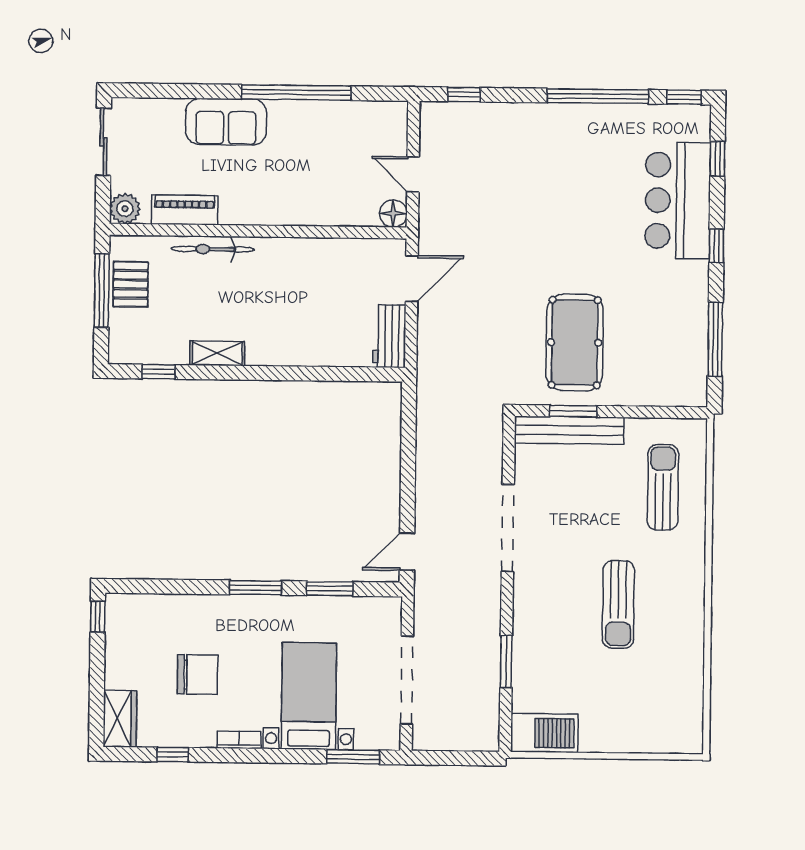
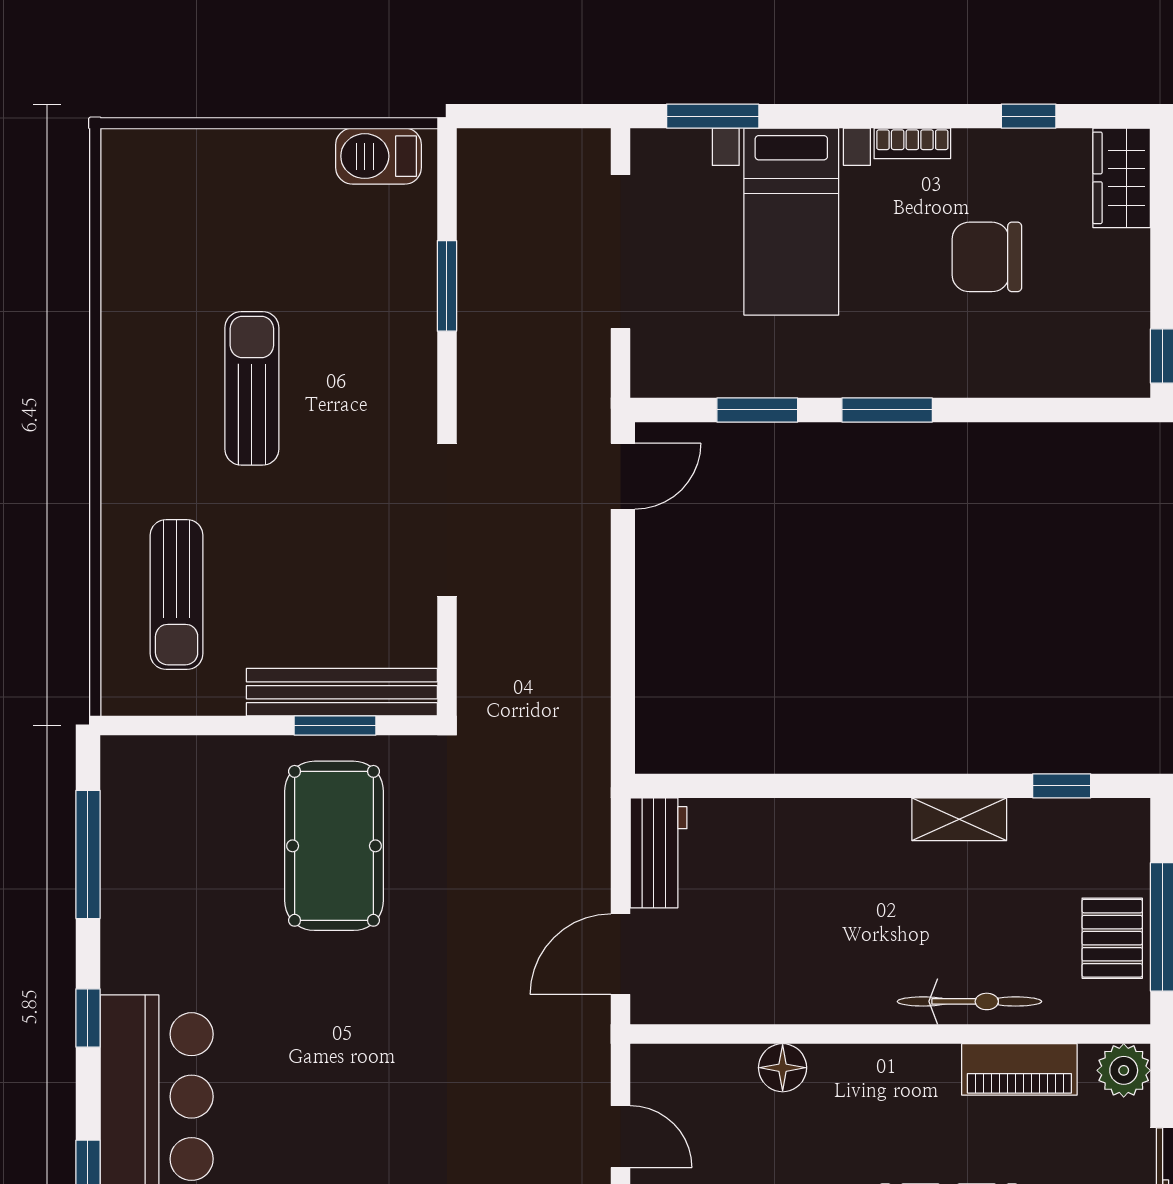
floor lamp: (393, 213) -> (783, 1068), moved
barbecue: (544, 733) -> (379, 156), width x0.73, depth x0.83

